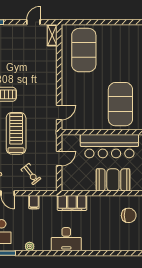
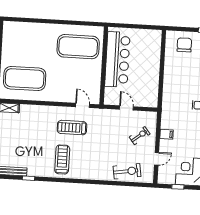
treadmill: (16, 133) -> (72, 128), moved, width x0.73, depth x0.73
booth: (113, 180) -> (150, 58), removed
filing cabinet: (72, 203) -> (169, 98), removed

